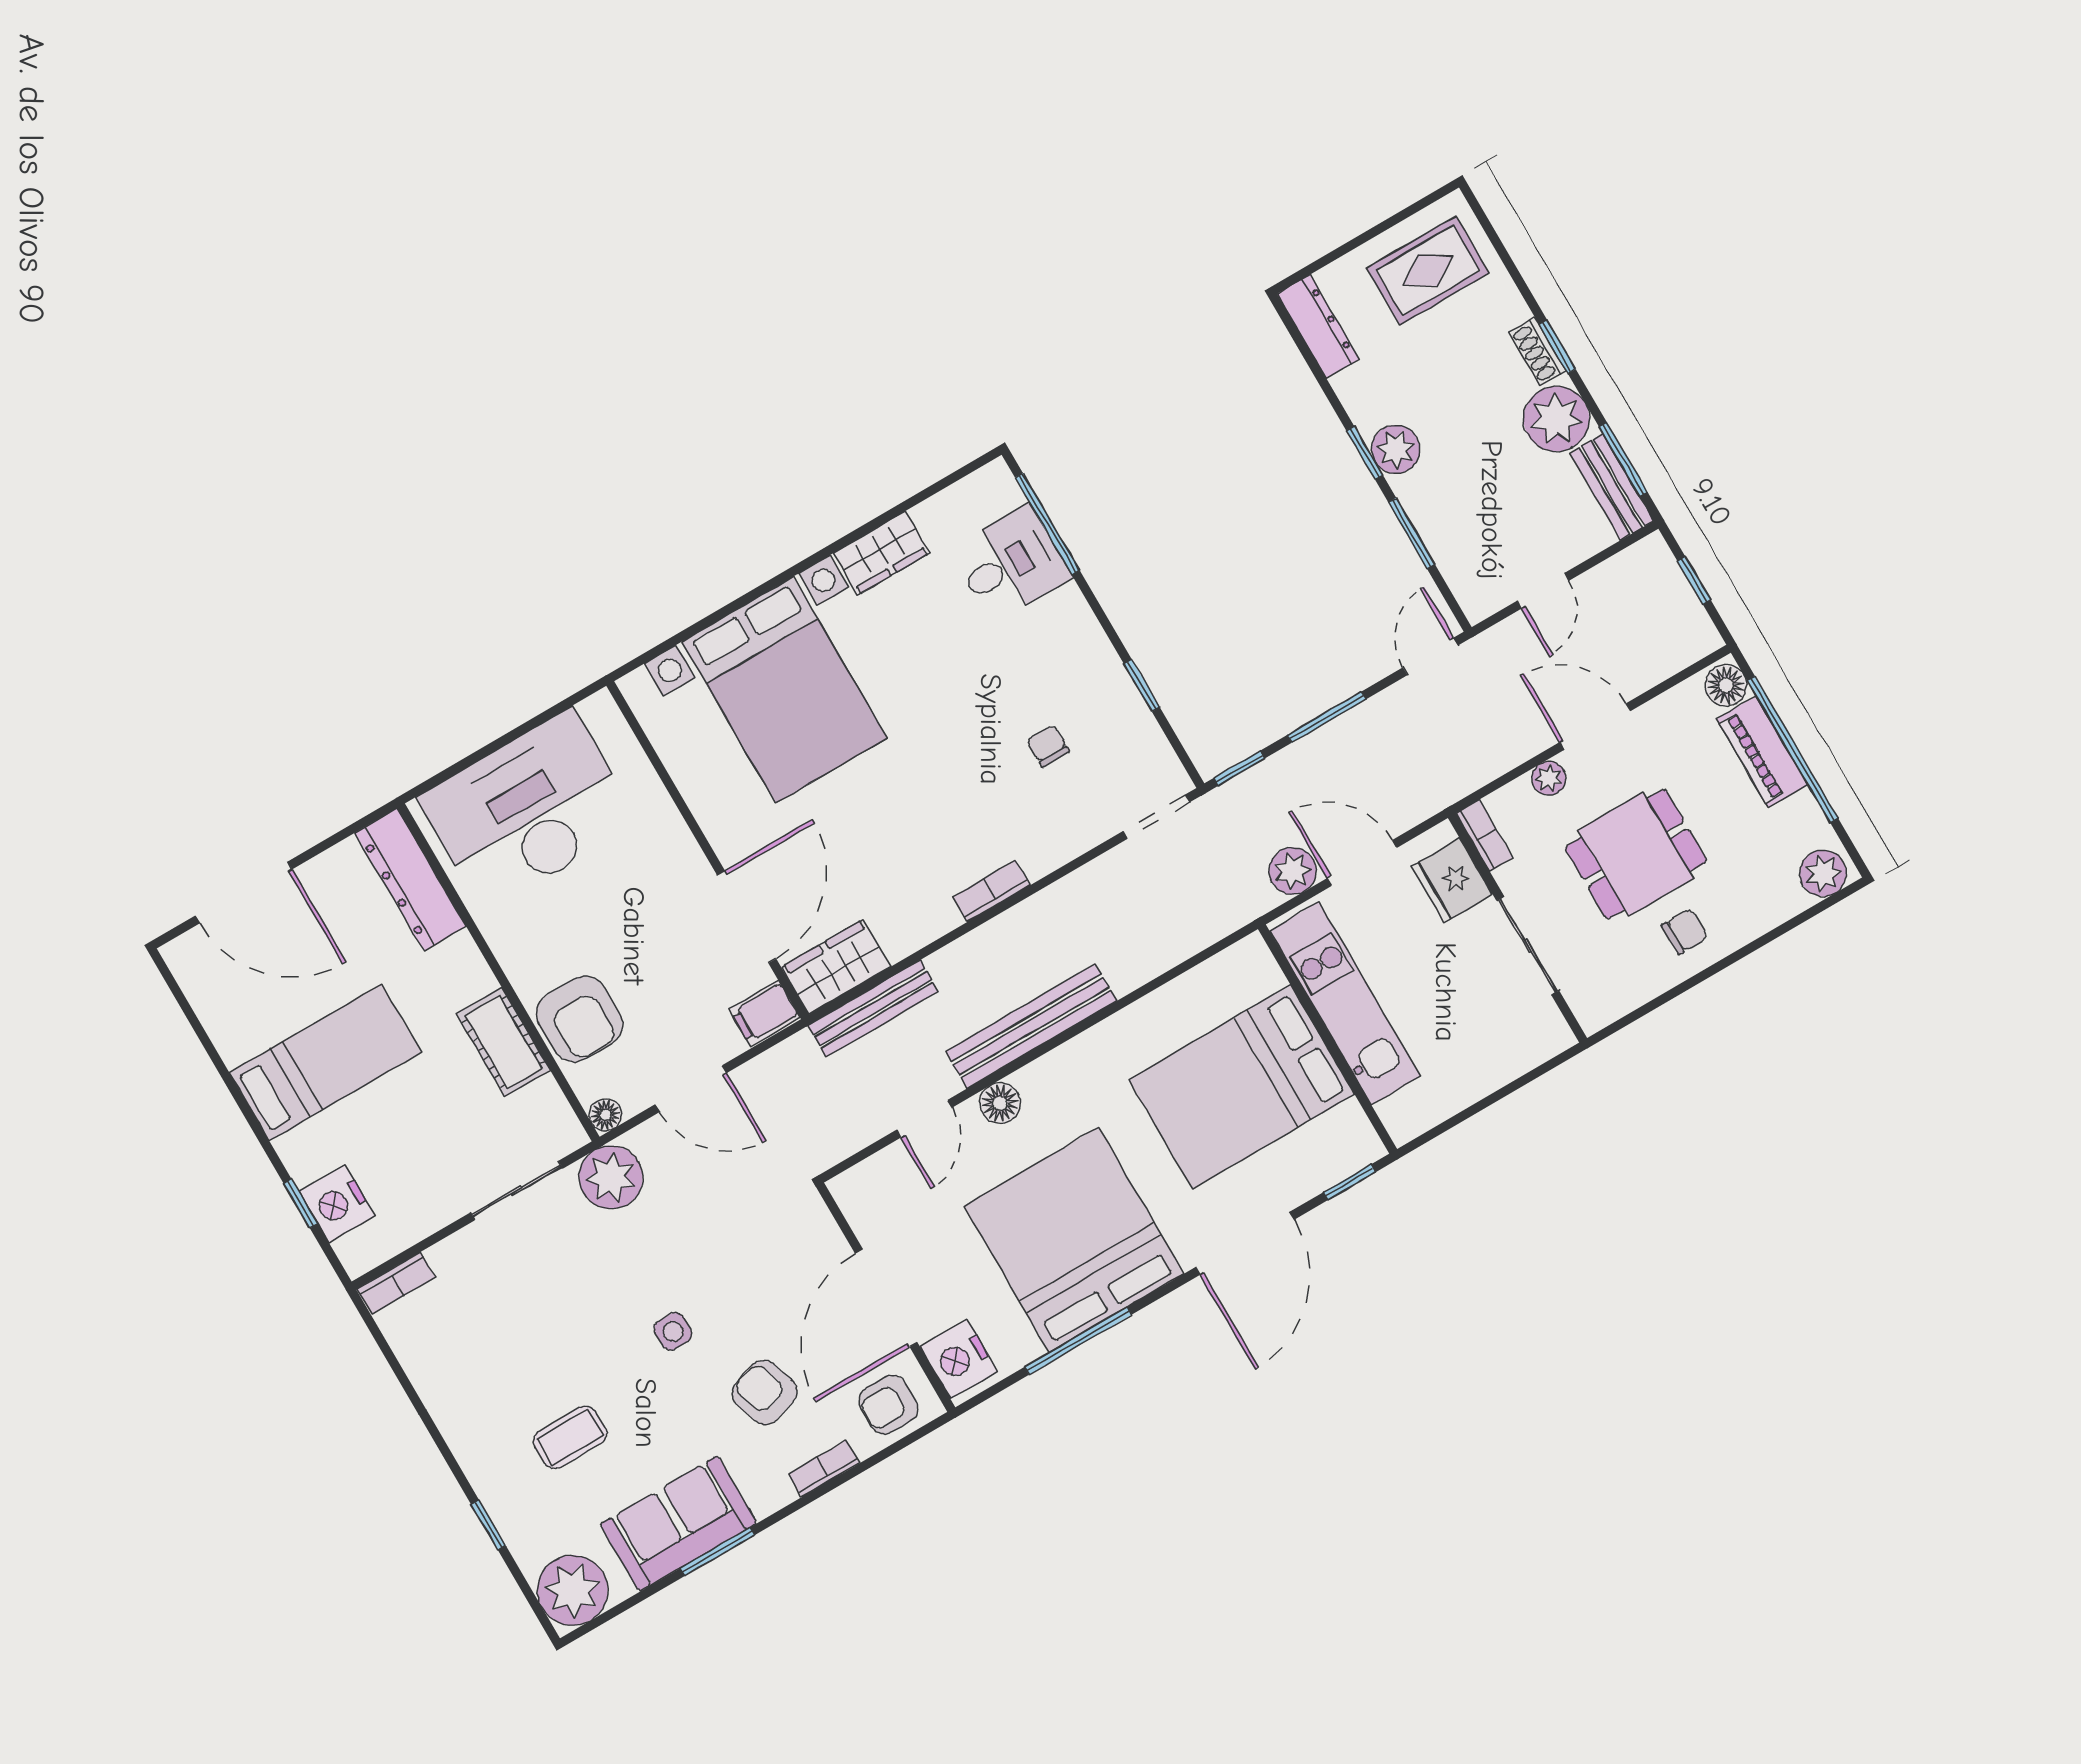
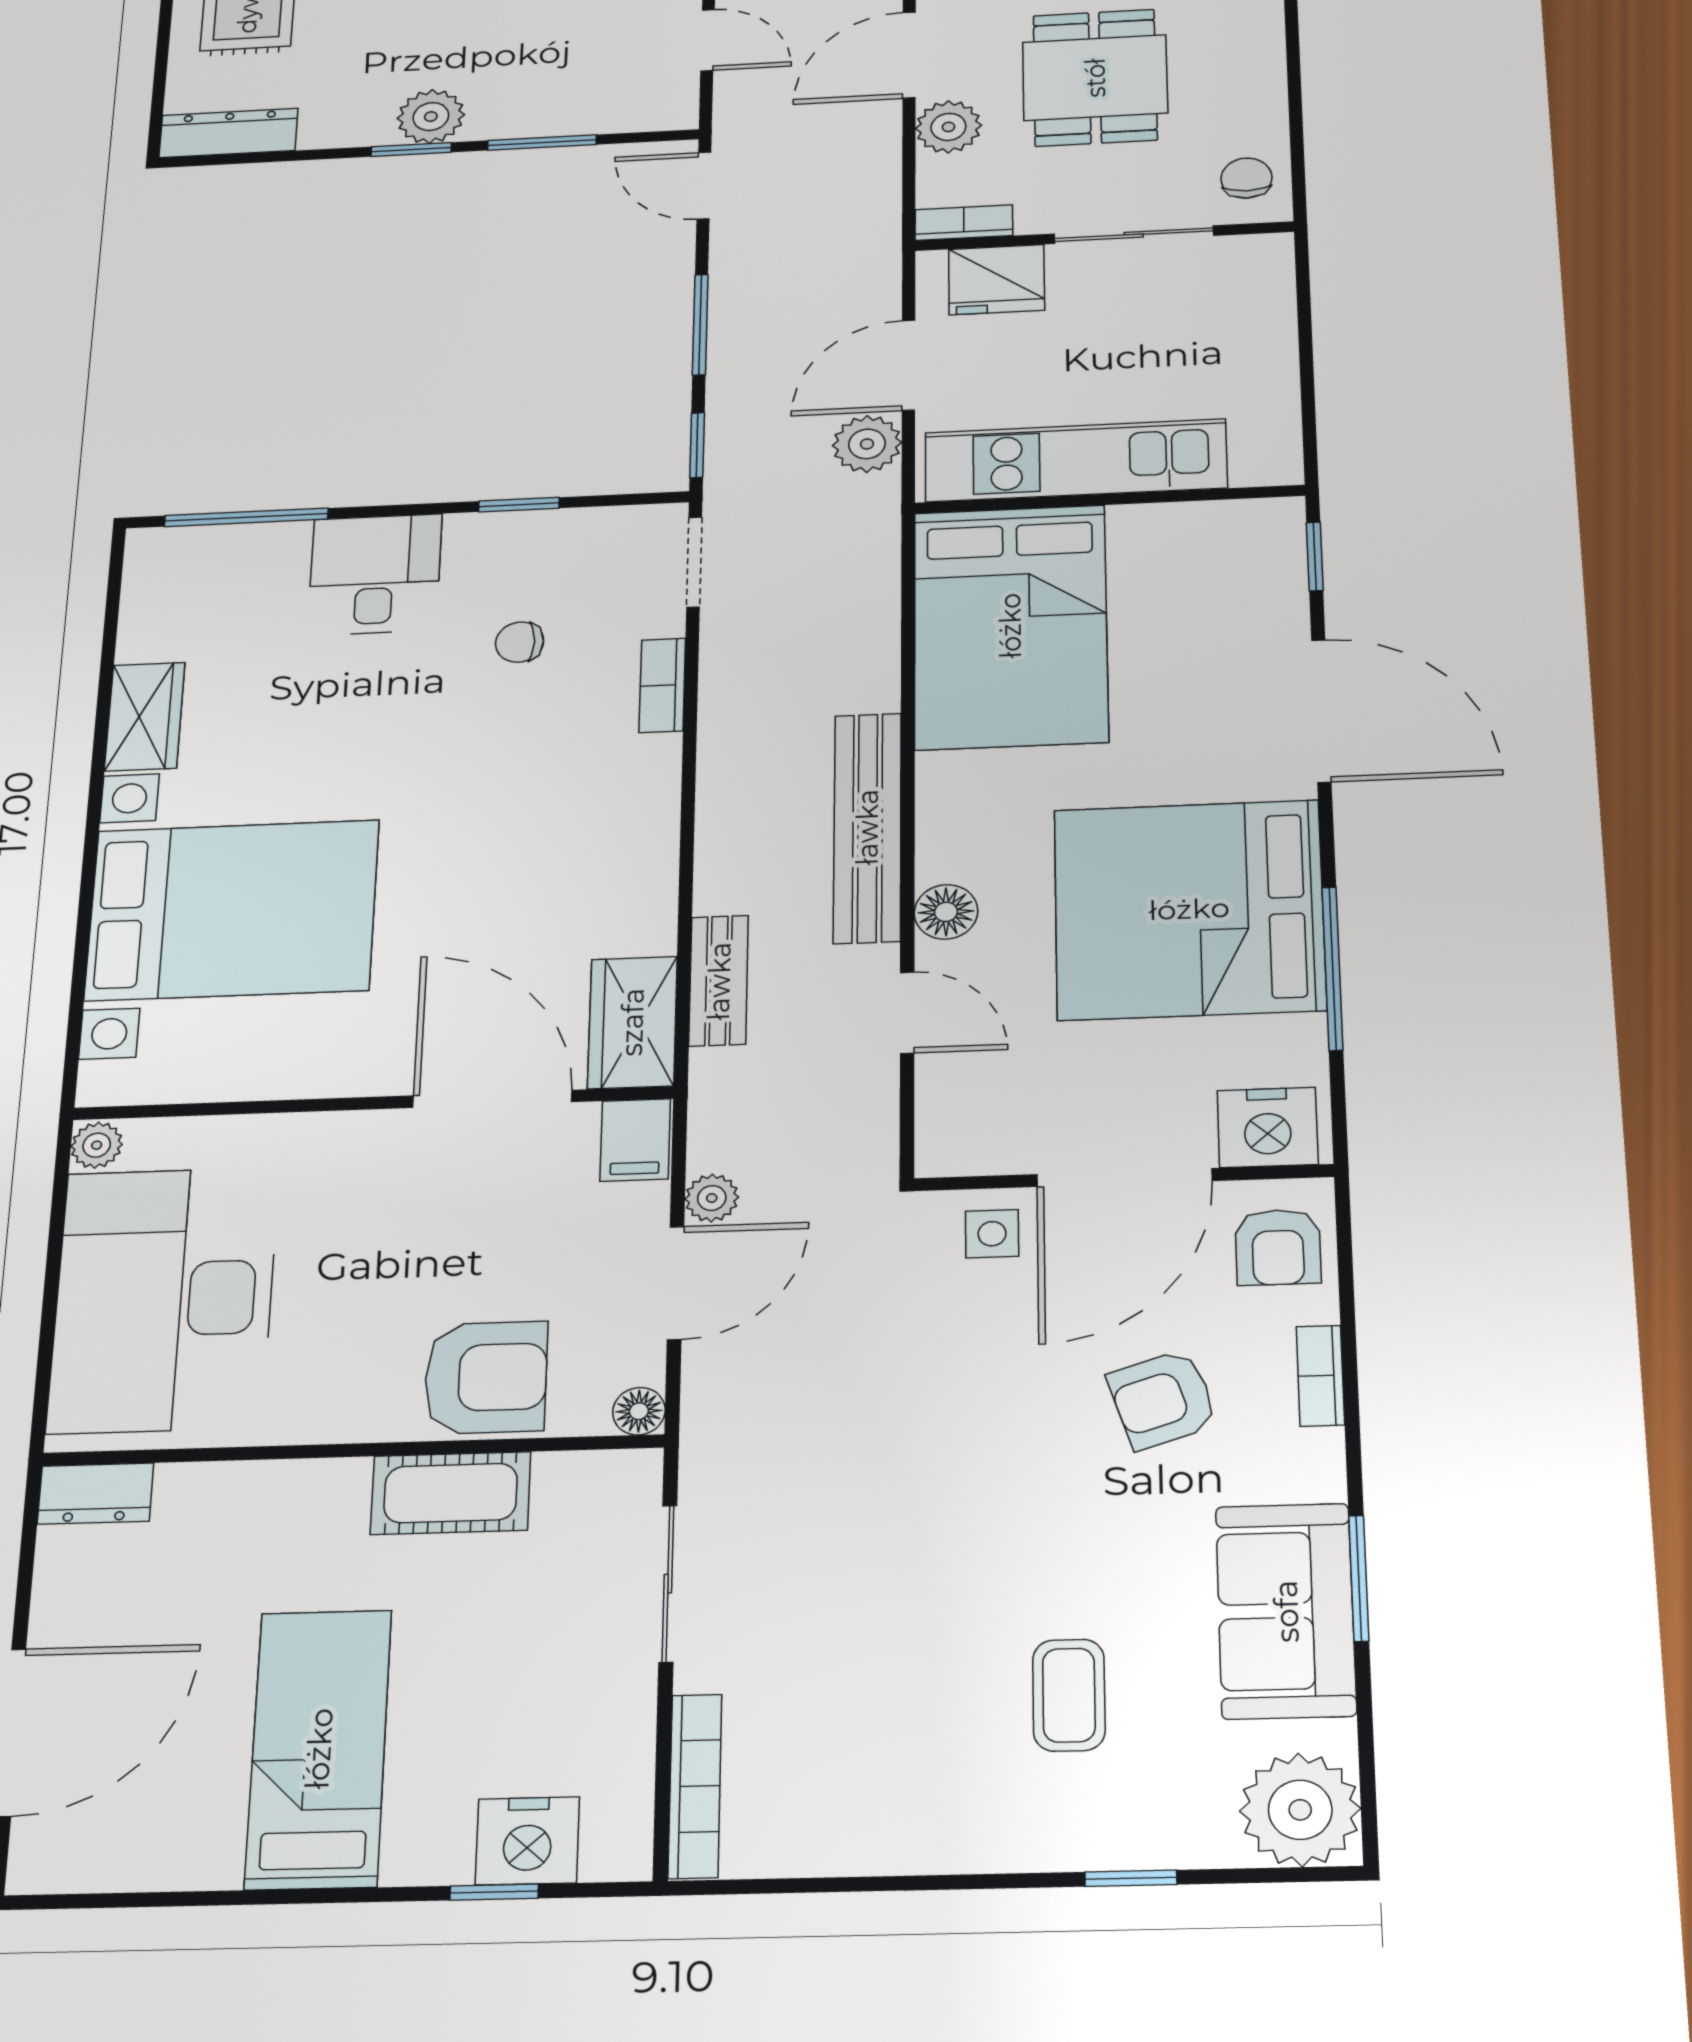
desk: (1011, 564) -> (375, 574), moved
plant: (599, 710) -> (97, 1145), added
plant: (1549, 778) -> (948, 127), width x1.38, depth x1.38
dresser: (411, 879) -> (95, 1494), width x0.51, depth x0.80
bookcase: (991, 891) -> (662, 685), moved
chair: (1685, 931) -> (1246, 178), moved
bench: (873, 1008) -> (719, 981), width x0.73
bed: (1242, 1087) -> (1010, 626), moved
plant: (611, 1177) -> (712, 1198), moved, width x0.53, depth x0.53
bookcase: (396, 1283) -> (695, 1786), width x1.56
door: (886, 1298) -> (1124, 1178), hinge flipped
side table: (673, 1331) -> (992, 1234), moved

